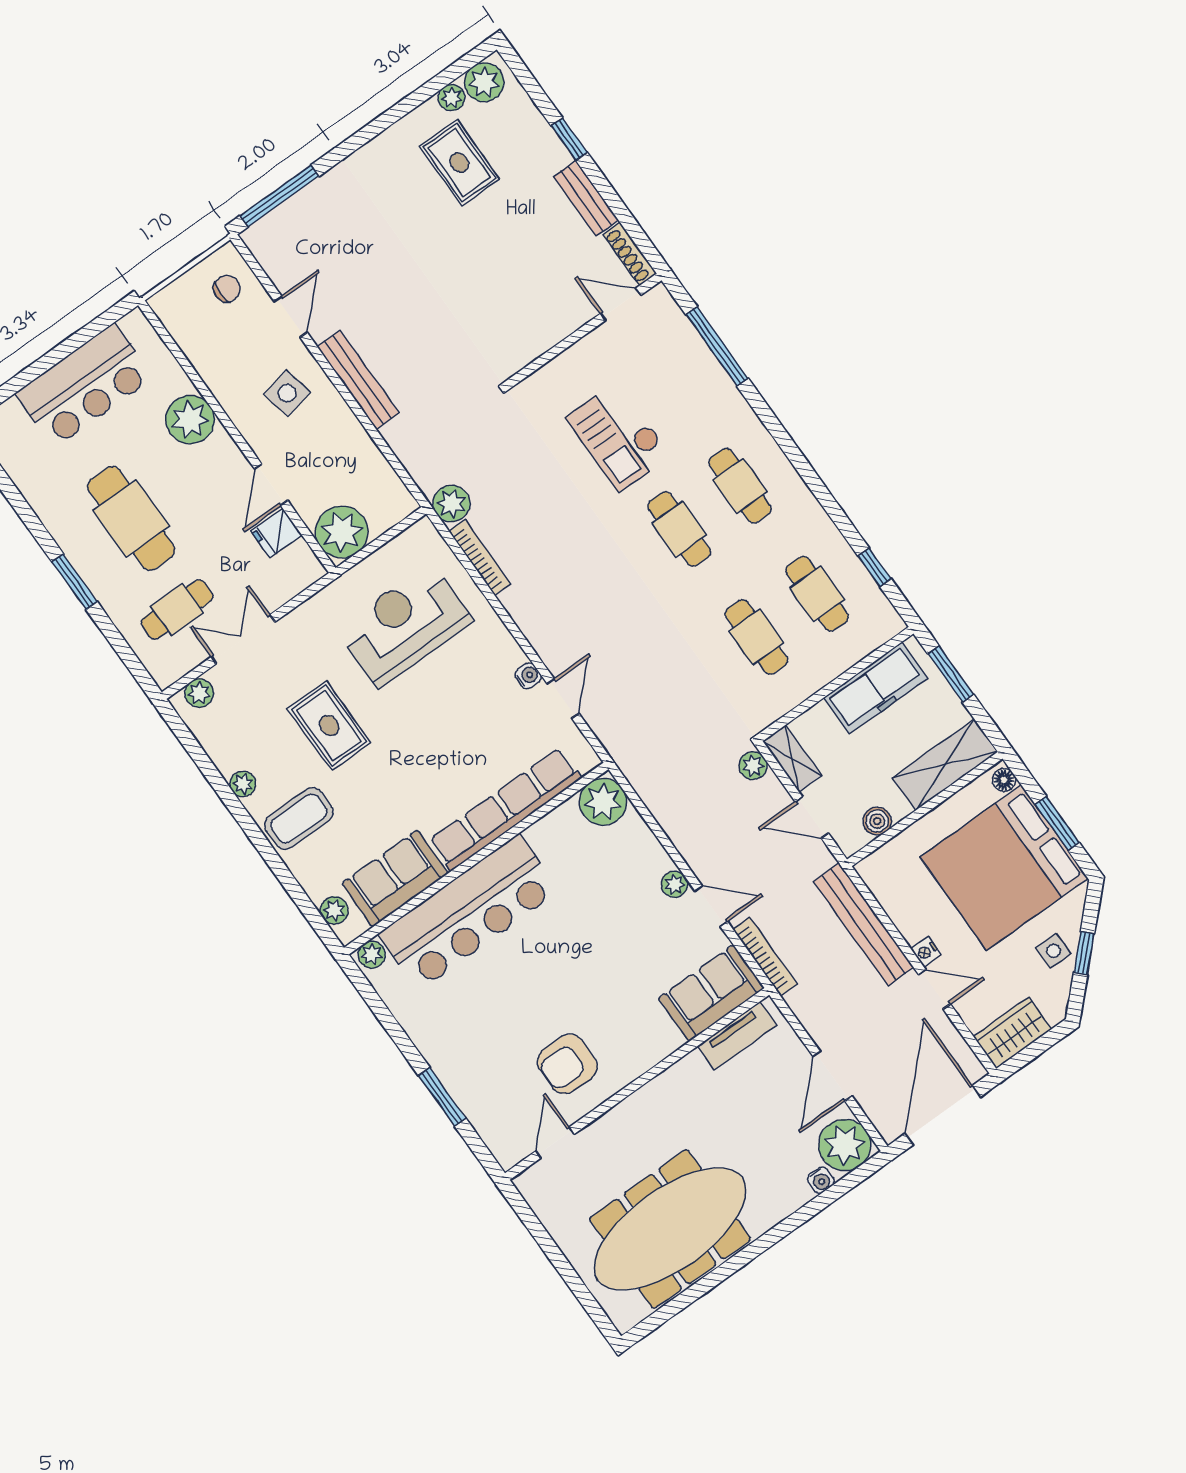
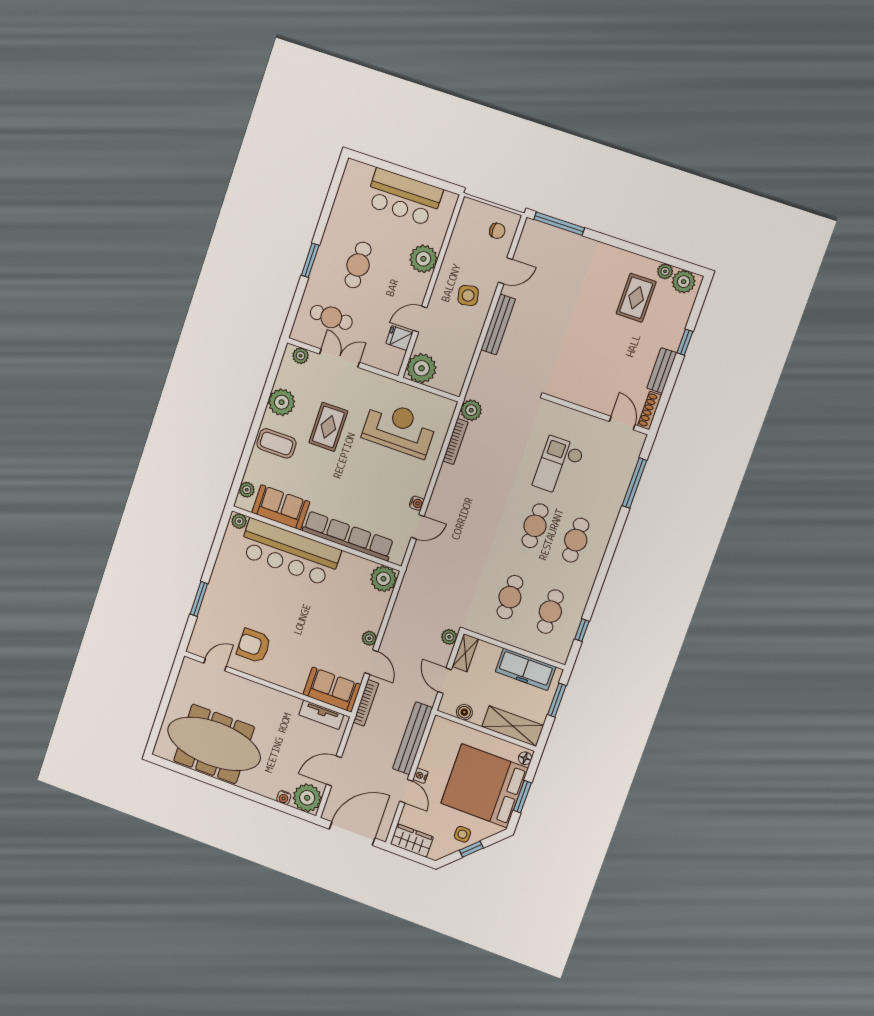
cafe table: (131, 518) -> (358, 265), width x0.73, depth x0.74
plant: (243, 784) -> (282, 402), width x1.88, depth x1.88

